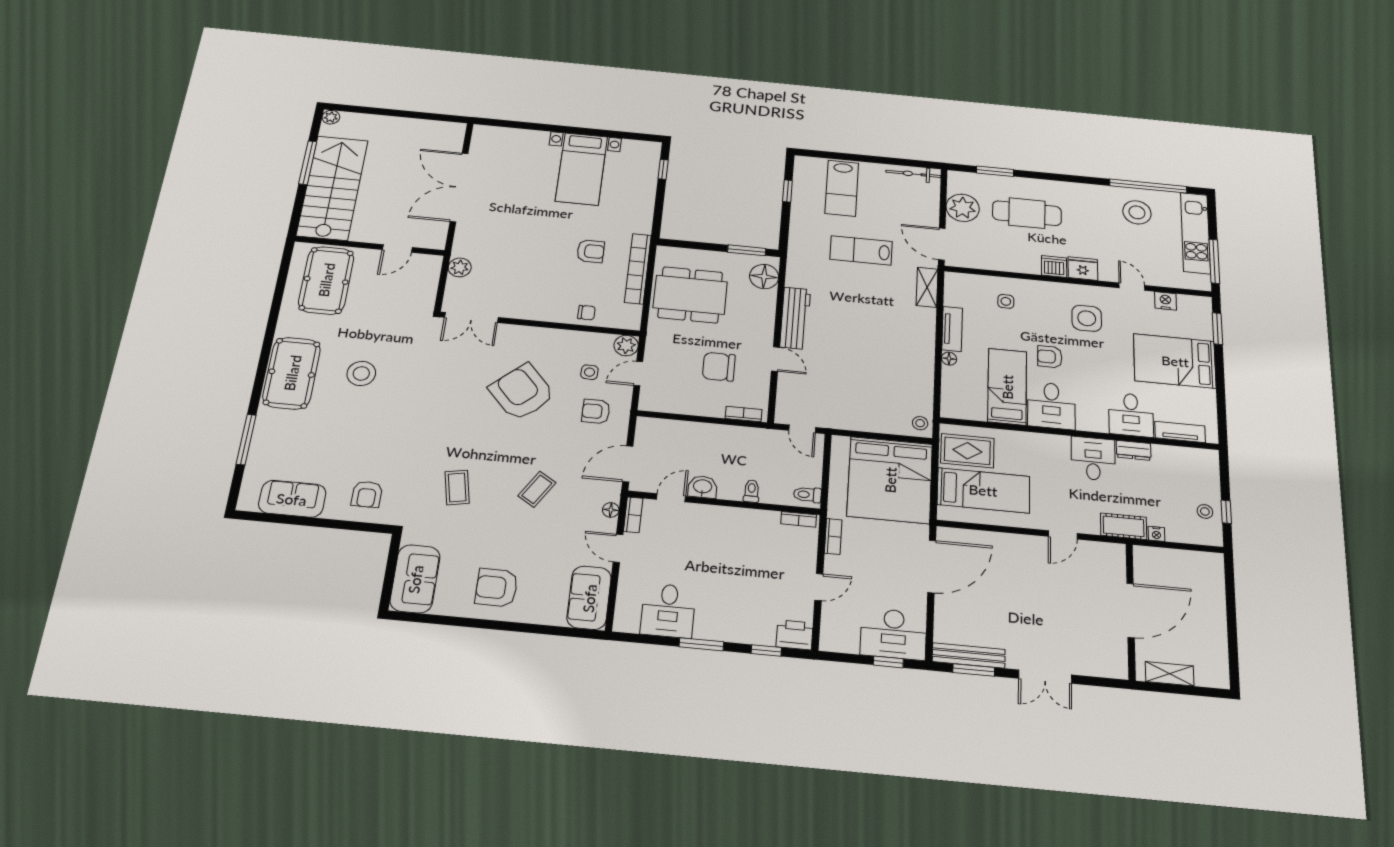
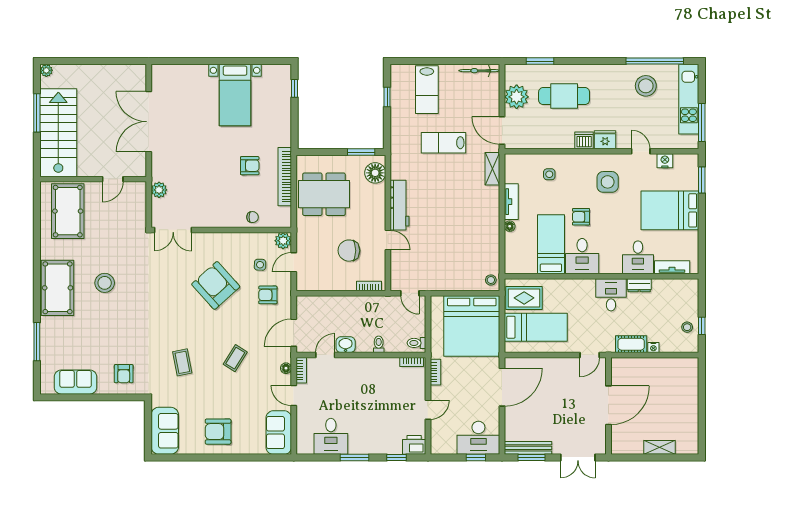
door: (1131, 610) -> (608, 405), moved
wall: (1131, 611) -> (608, 406), moved

